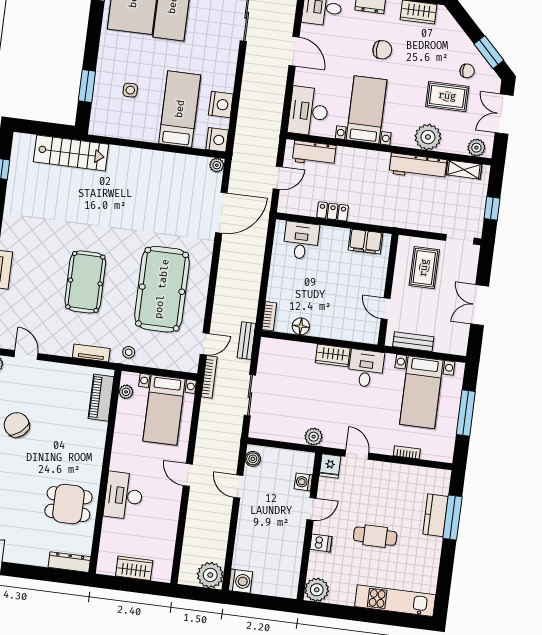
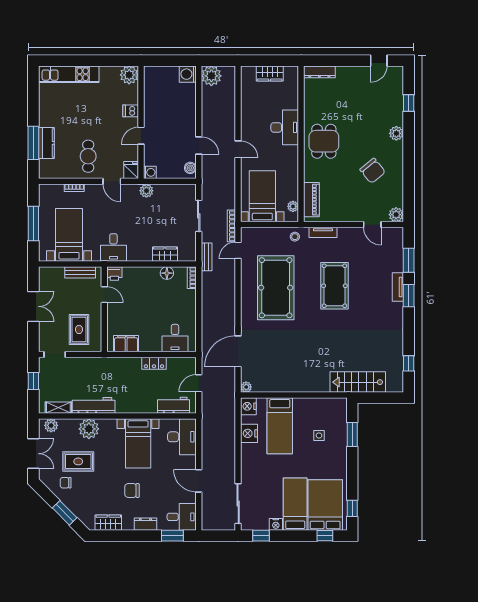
window: (489, 52) -> (65, 513), moved
printer: (369, 335) -> (114, 273), added
wardrobe: (333, 355) -> (165, 254), moved
washing machine: (303, 482) -> (150, 172), moved
dining table: (68, 504) -> (324, 141), moved, turned 90
cafe table: (375, 536) -> (88, 156), moved, turned 90

